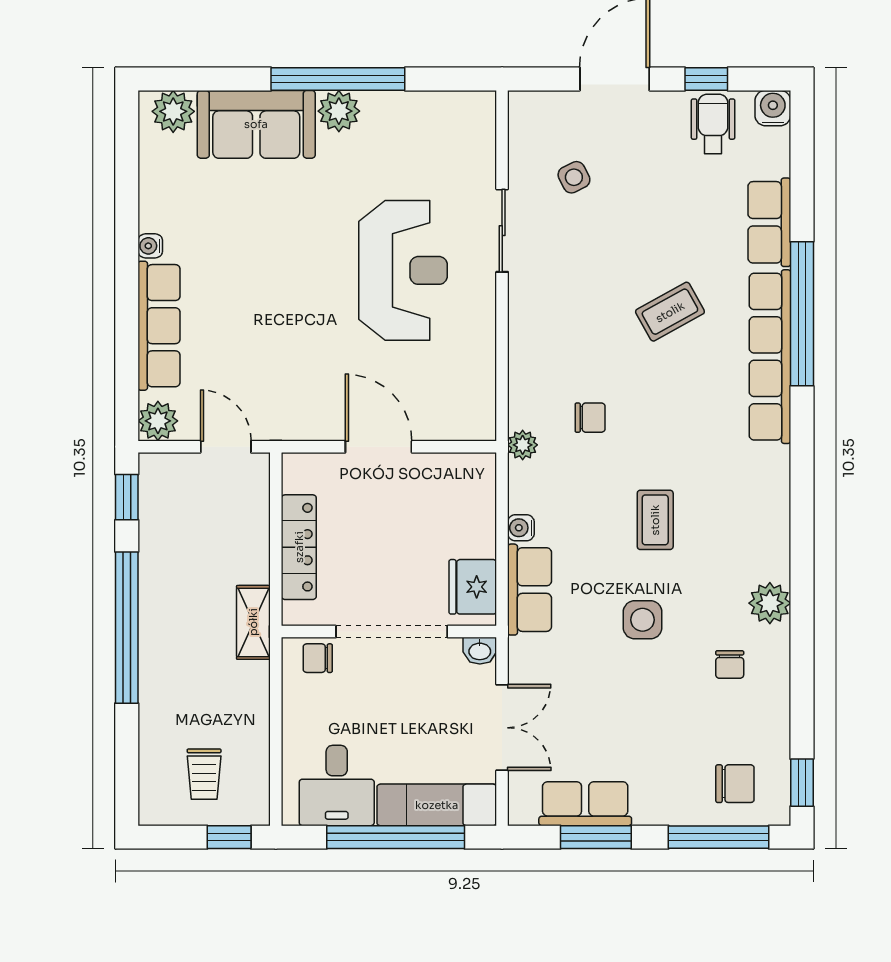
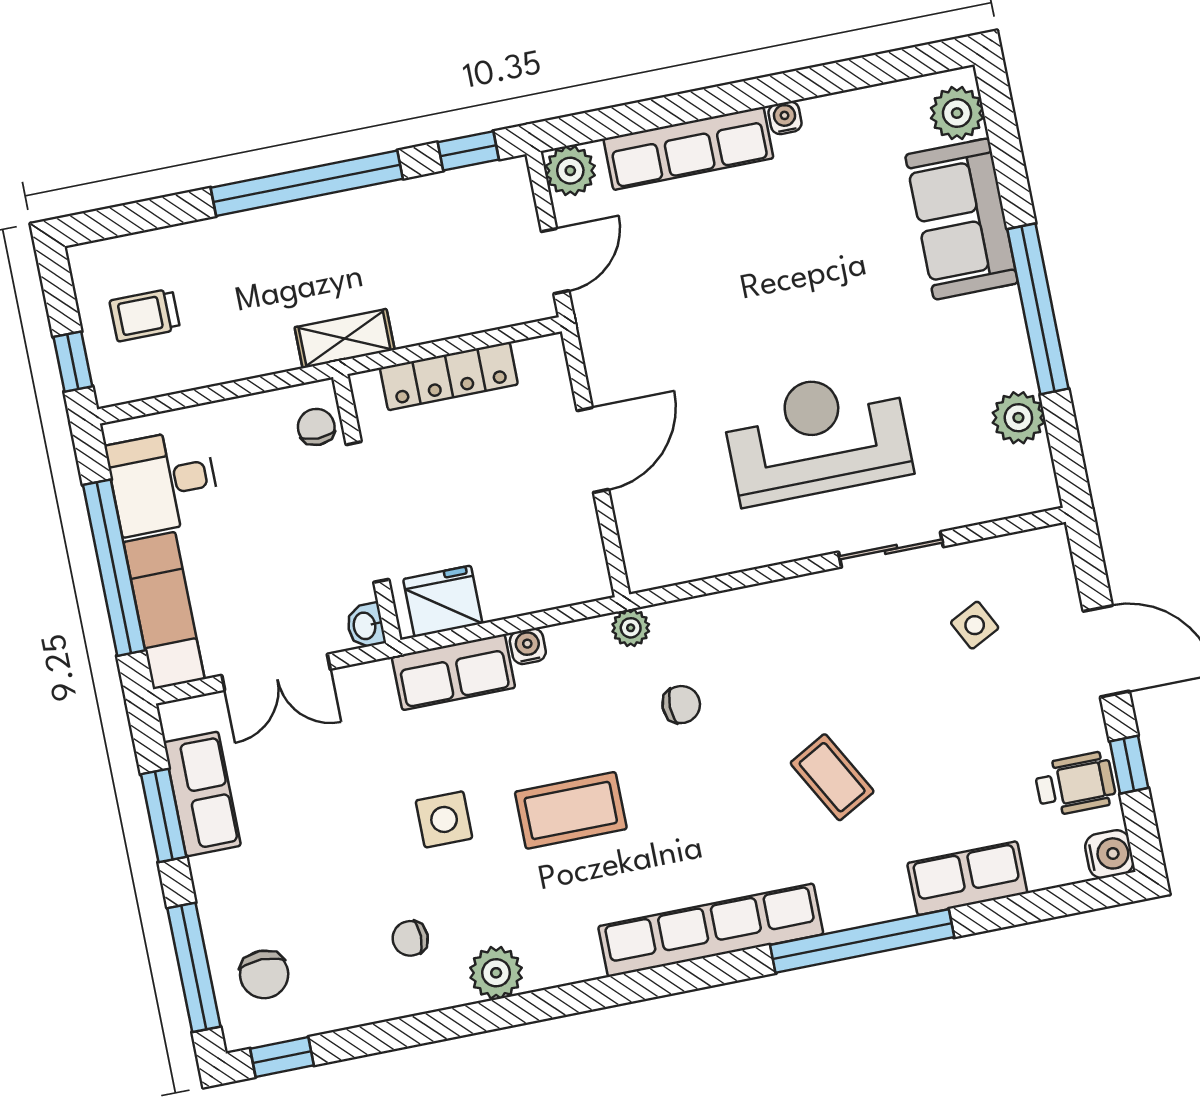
plant: (339, 111) -> (1018, 418), moved
reception desk: (403, 270) -> (817, 437), turned 180
row of seats: (770, 357) -> (711, 930), moved
chair: (590, 418) -> (681, 705), turned -90
coffee table: (655, 520) -> (571, 810), width x1.36, depth x1.30

